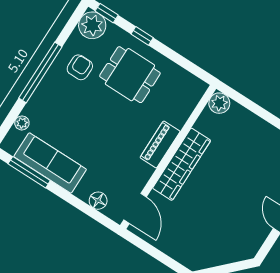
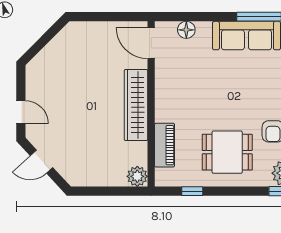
window: (142, 36) -> (192, 191), moved
piano: (160, 144) -> (165, 145), moved

